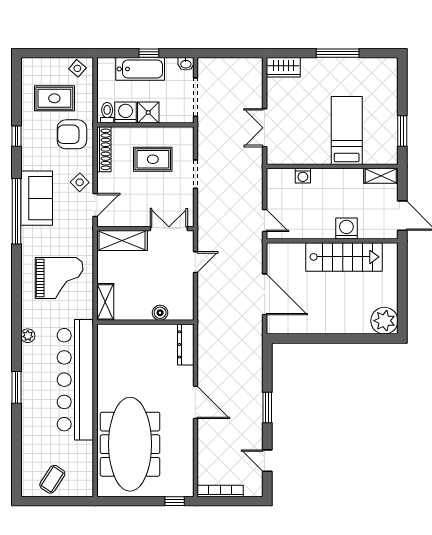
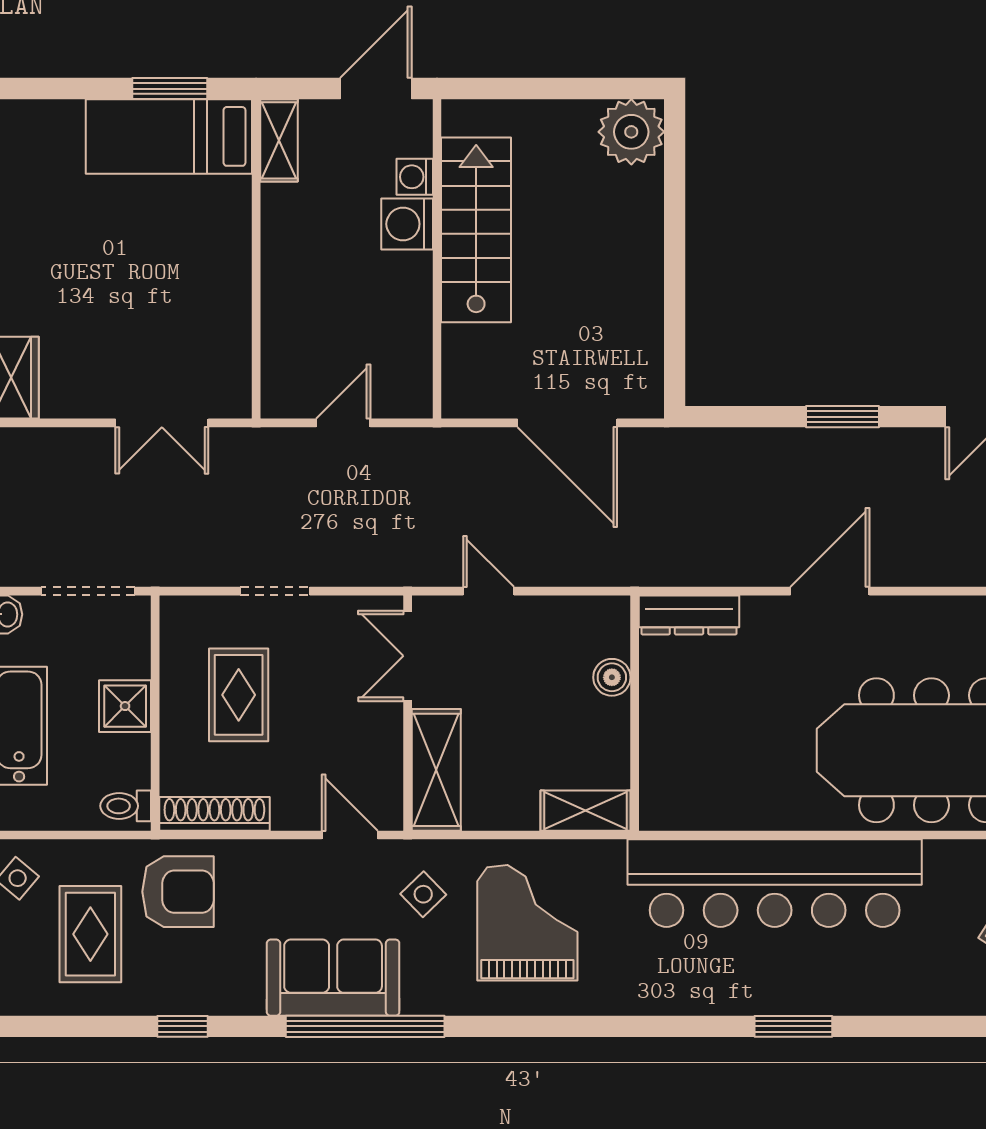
washing machine: (126, 113) -> (125, 761), removed
bed: (347, 131) -> (169, 136), moved
armchair: (72, 134) -> (178, 892), turned -90
washing machine: (303, 176) -> (415, 177), moved, turned 180
side table: (80, 182) -> (423, 894), moved
door: (265, 220) -> (343, 423), moved
door: (265, 294) -> (567, 423), swing flipped
plant: (28, 336) -> (668, 999), removed

